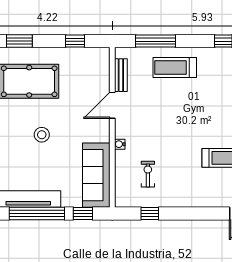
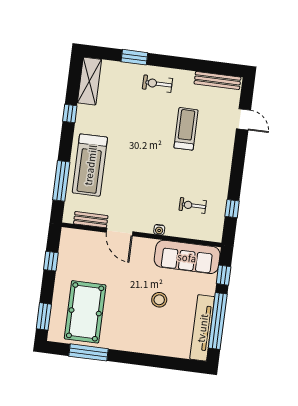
treadmill: (175, 67) -> (90, 165), width x1.37, depth x1.38
stool: (42, 135) -> (159, 300), moved

